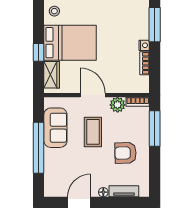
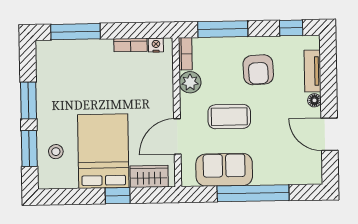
stool: (54, 11) -> (56, 152), moved
nightstand: (144, 45) -> (156, 45), moved
door: (93, 95) -> (177, 136), moved
window: (155, 177) -> (291, 28), added

